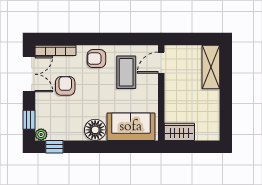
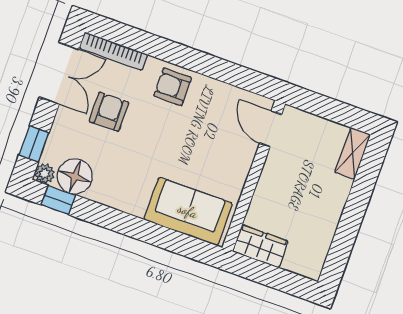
door: (161, 63) -> (271, 129), hinge flipped
shelving: (211, 67) -> (353, 153), width x0.67, depth x0.75
coffee table: (126, 72) -> (211, 124), removed
floor lamp: (95, 130) -> (75, 176), moved

